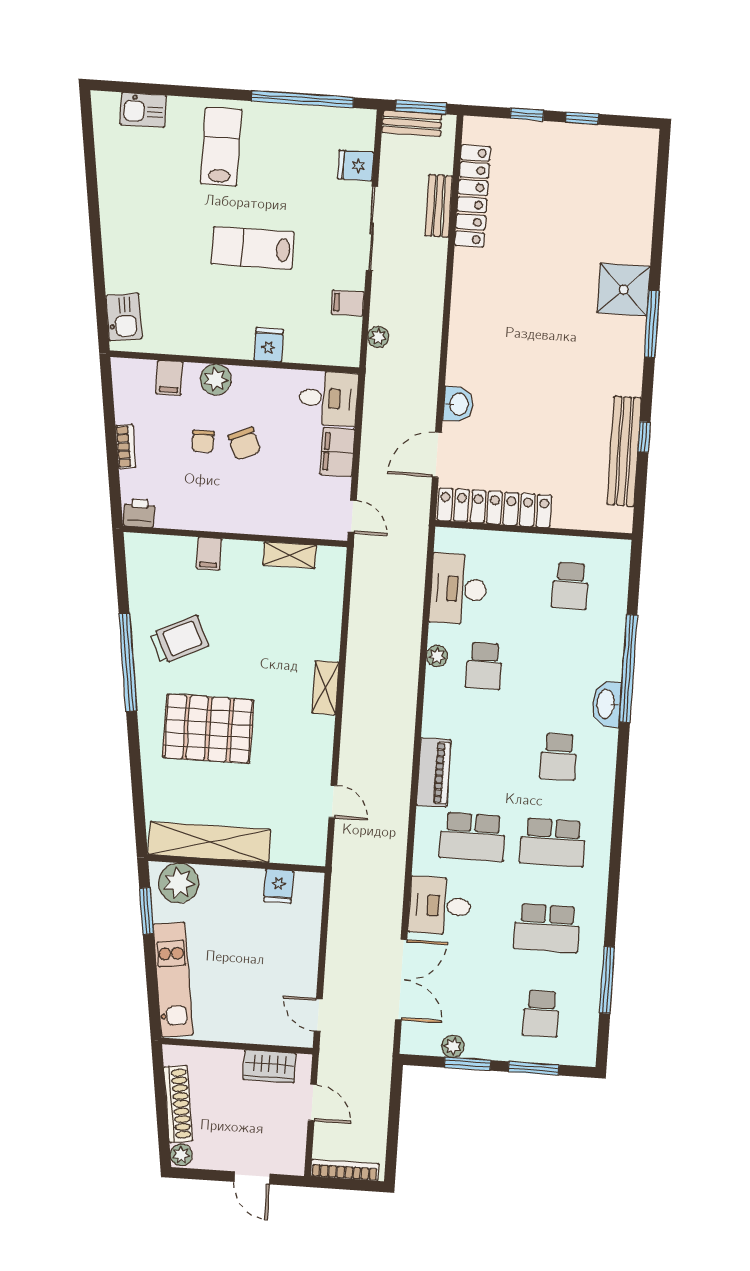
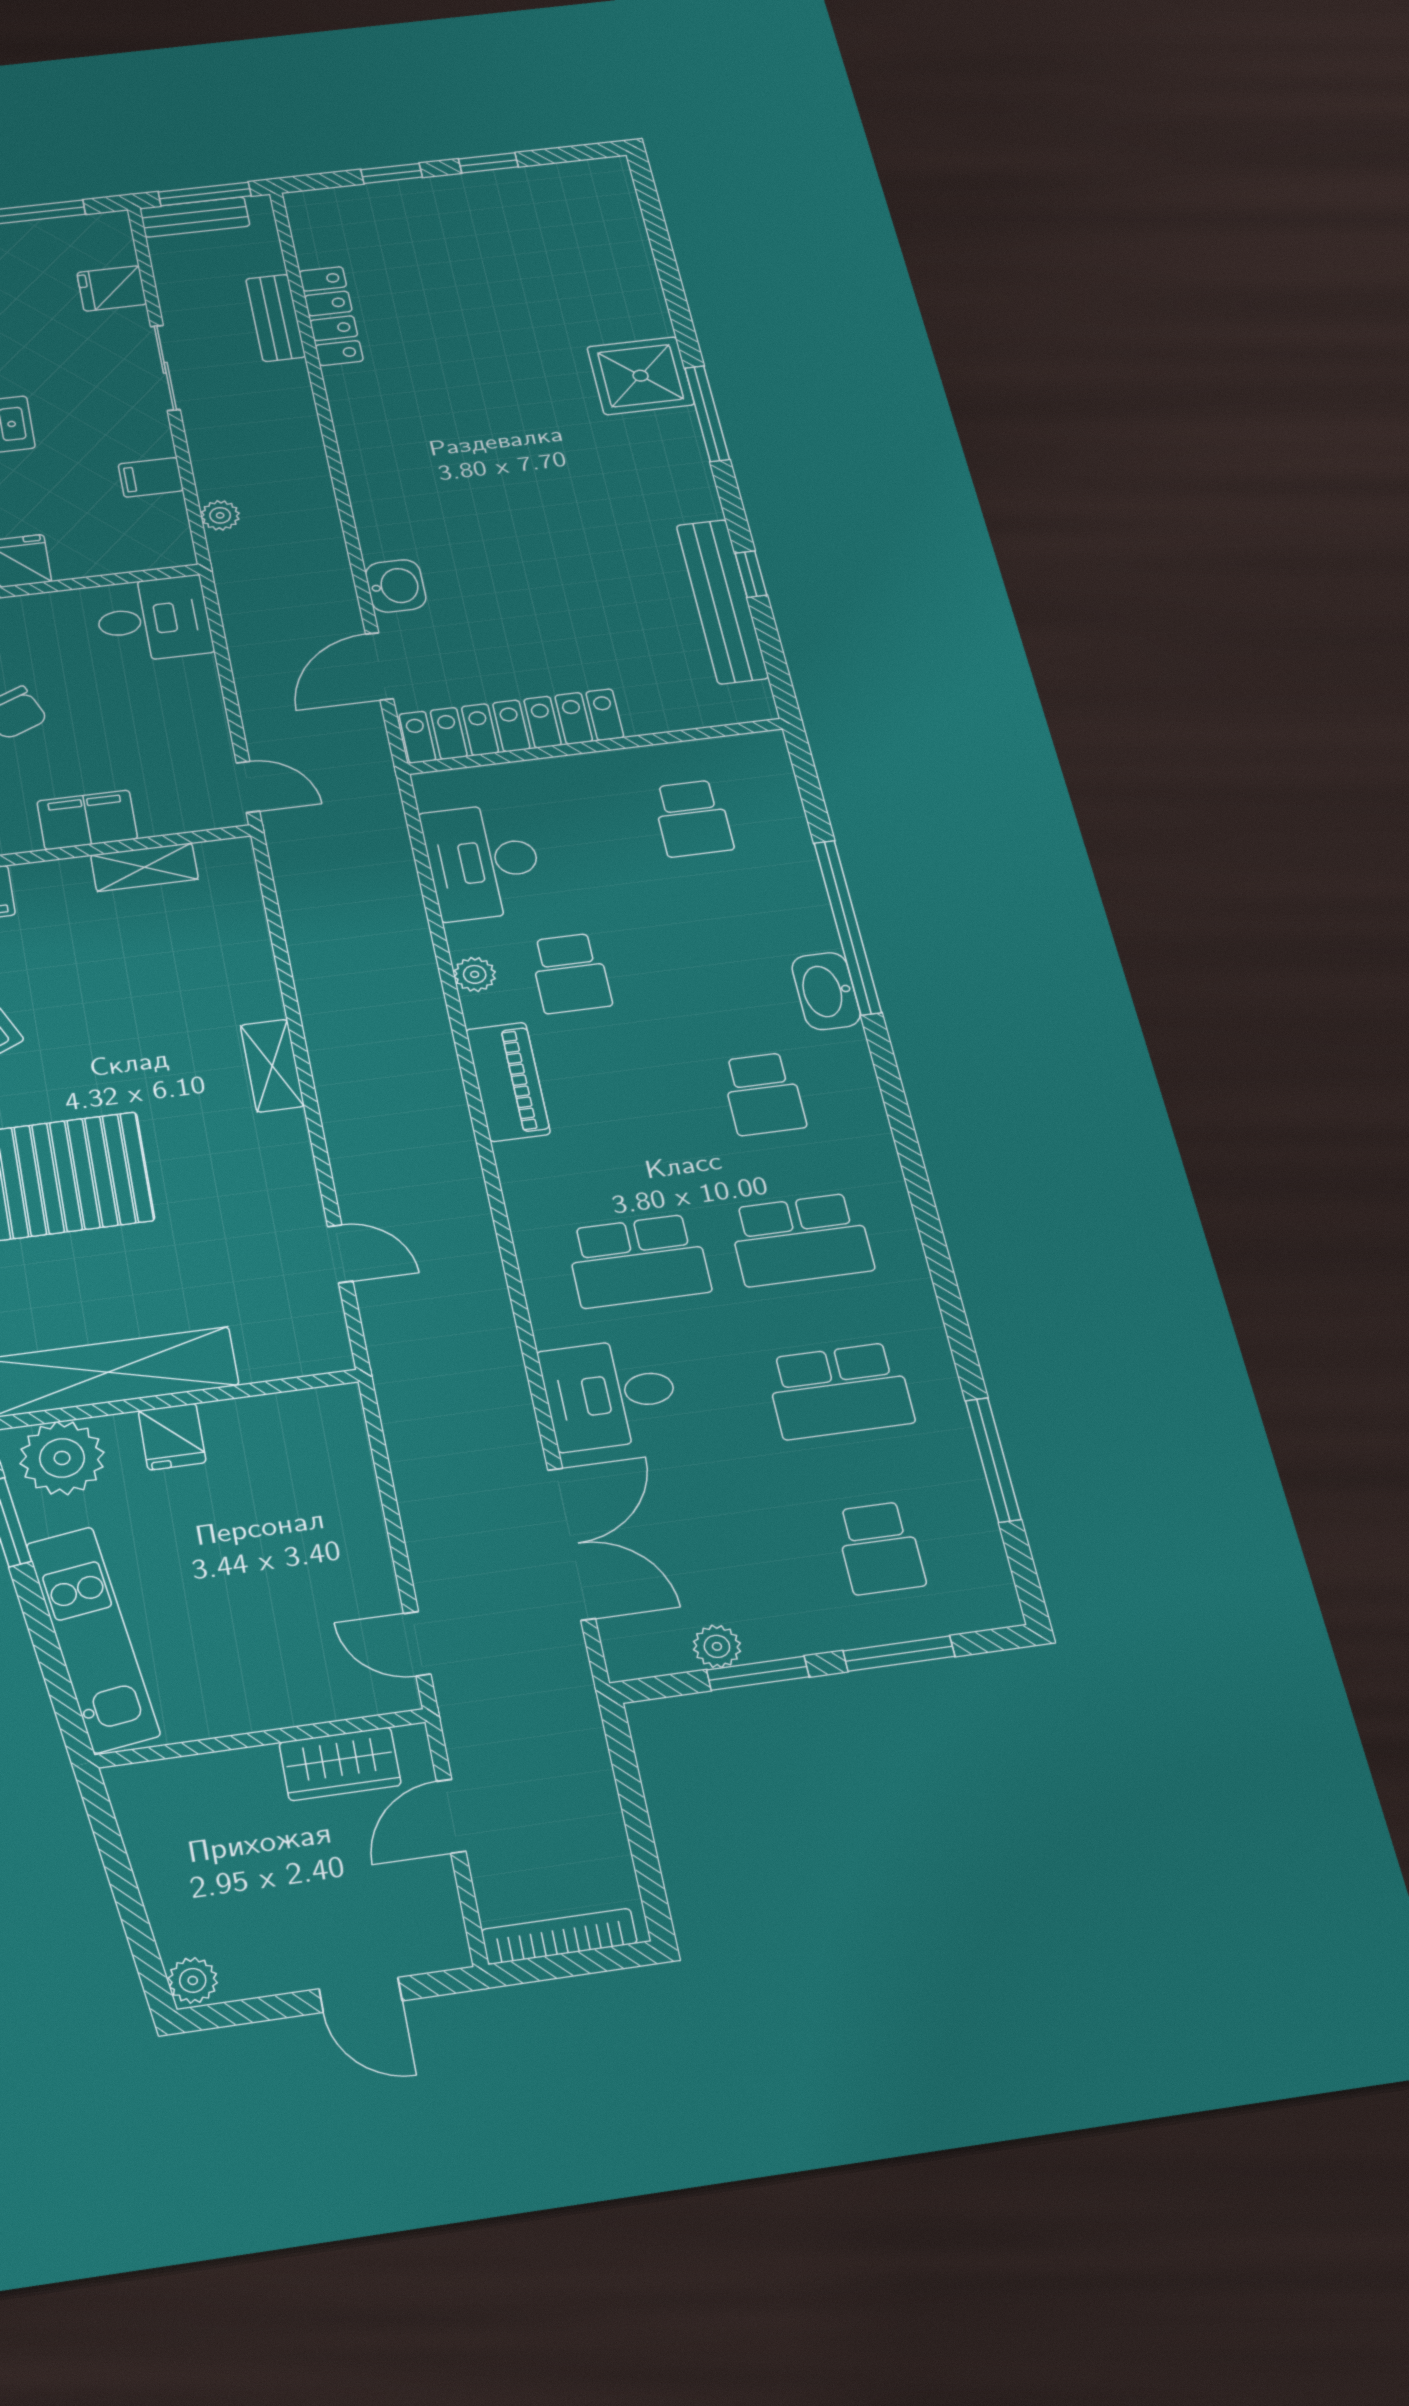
locker: (472, 196) -> (331, 316), width x0.71, depth x0.83
sliding door: (372, 228) -> (165, 368), width x0.73
filing cabinet: (338, 452) -> (87, 820), moved, turned 90
piano: (434, 772) -> (508, 1082), moved
fridge: (278, 886) -> (172, 1437), moved
door: (312, 1103) -> (451, 1816), swing flipped
shoe rack: (178, 1104) -> (161, 1879), removed

